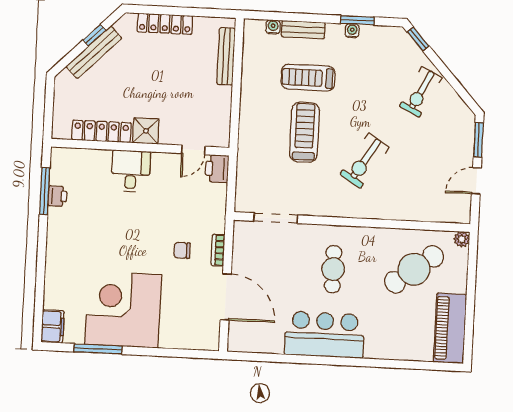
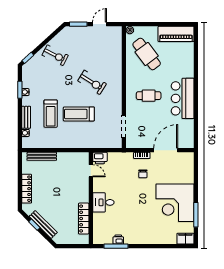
shower: (146, 131) -> (82, 196), removed
door: (476, 181) -> (99, 24), swing flipped

